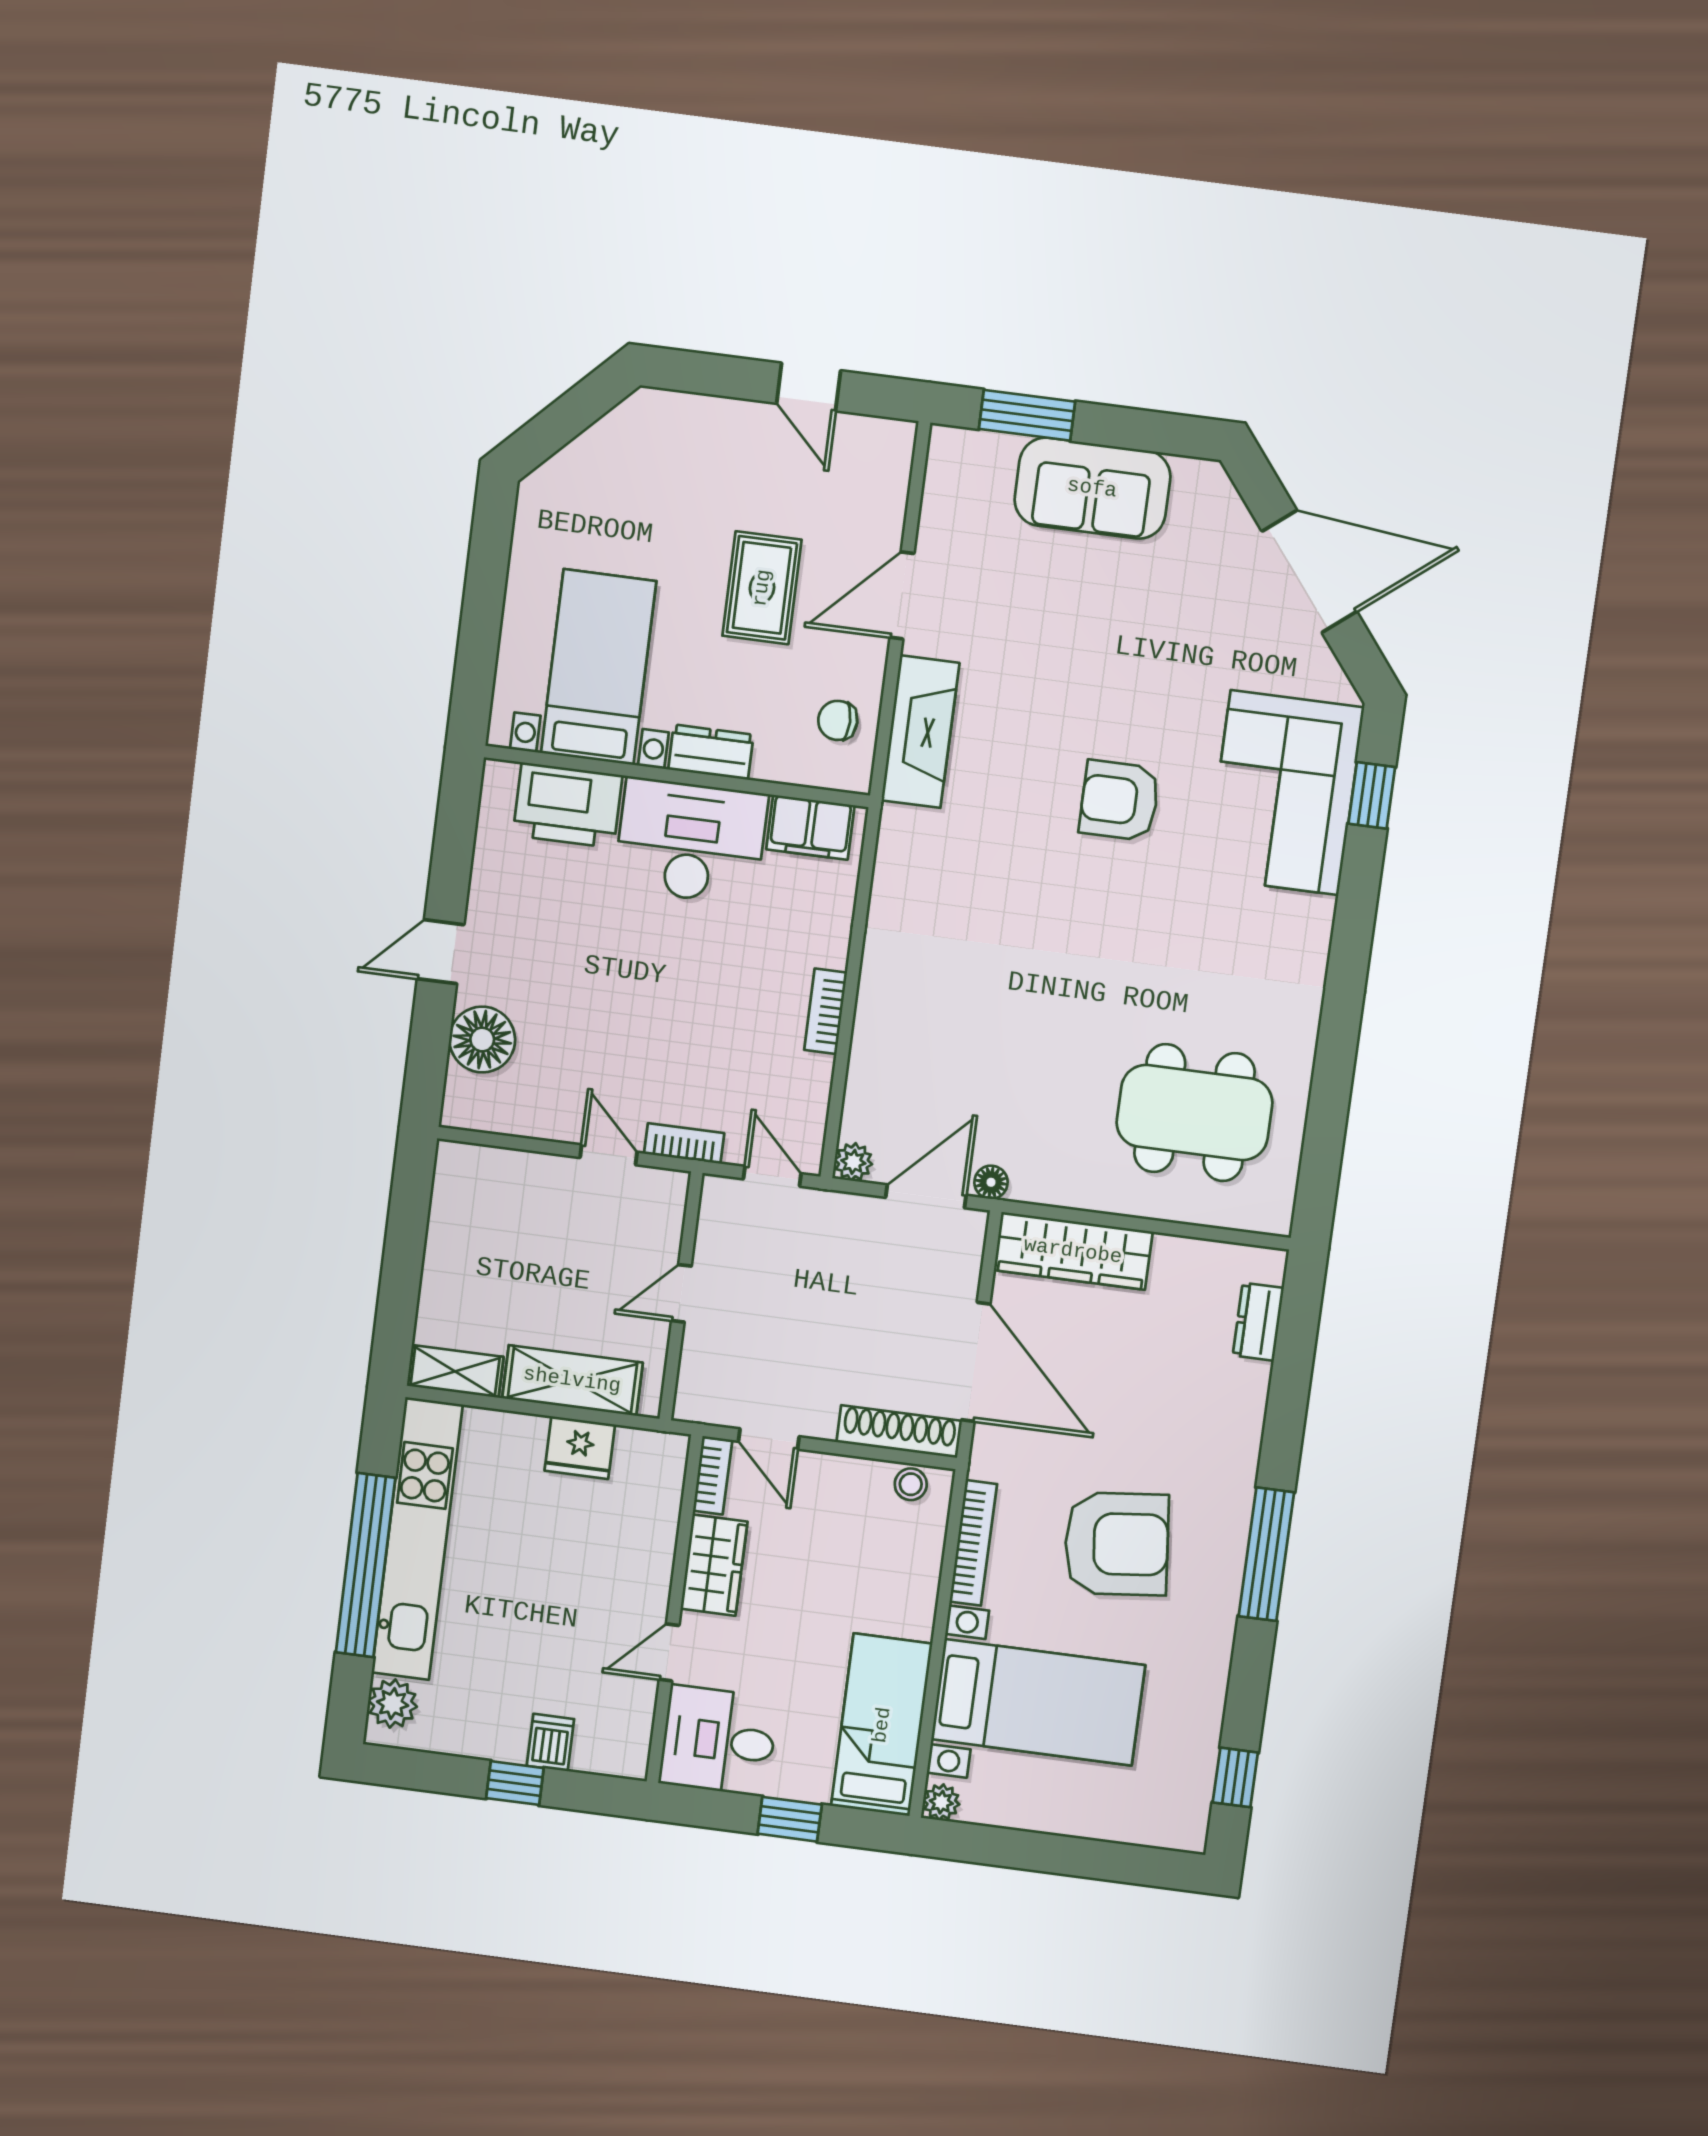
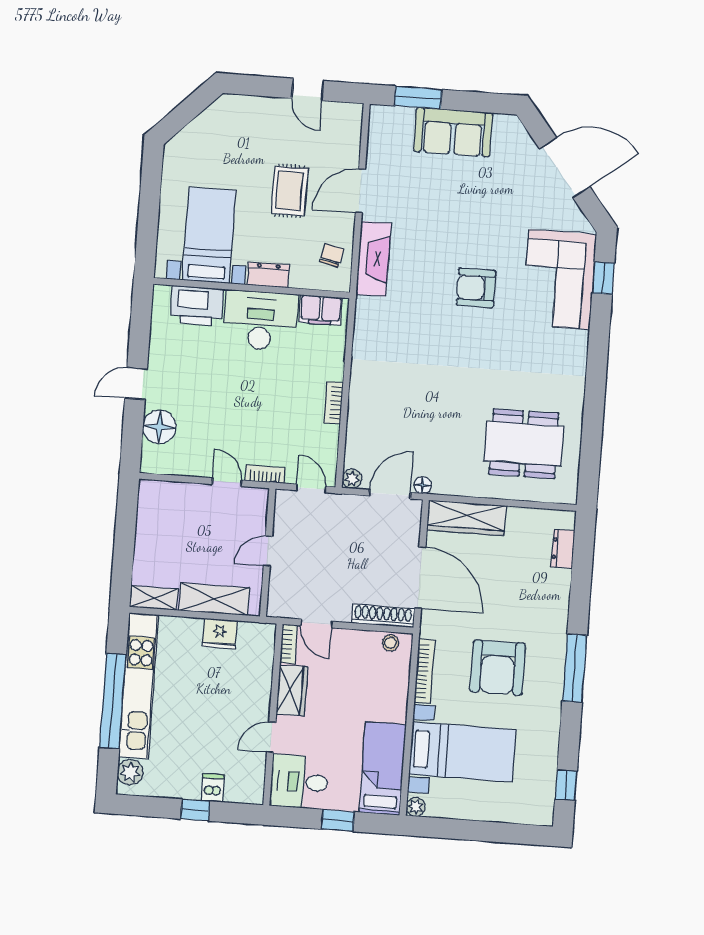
chair: (838, 720) -> (331, 255), turned 103
armchair: (1117, 1544) -> (498, 667), turned 96

